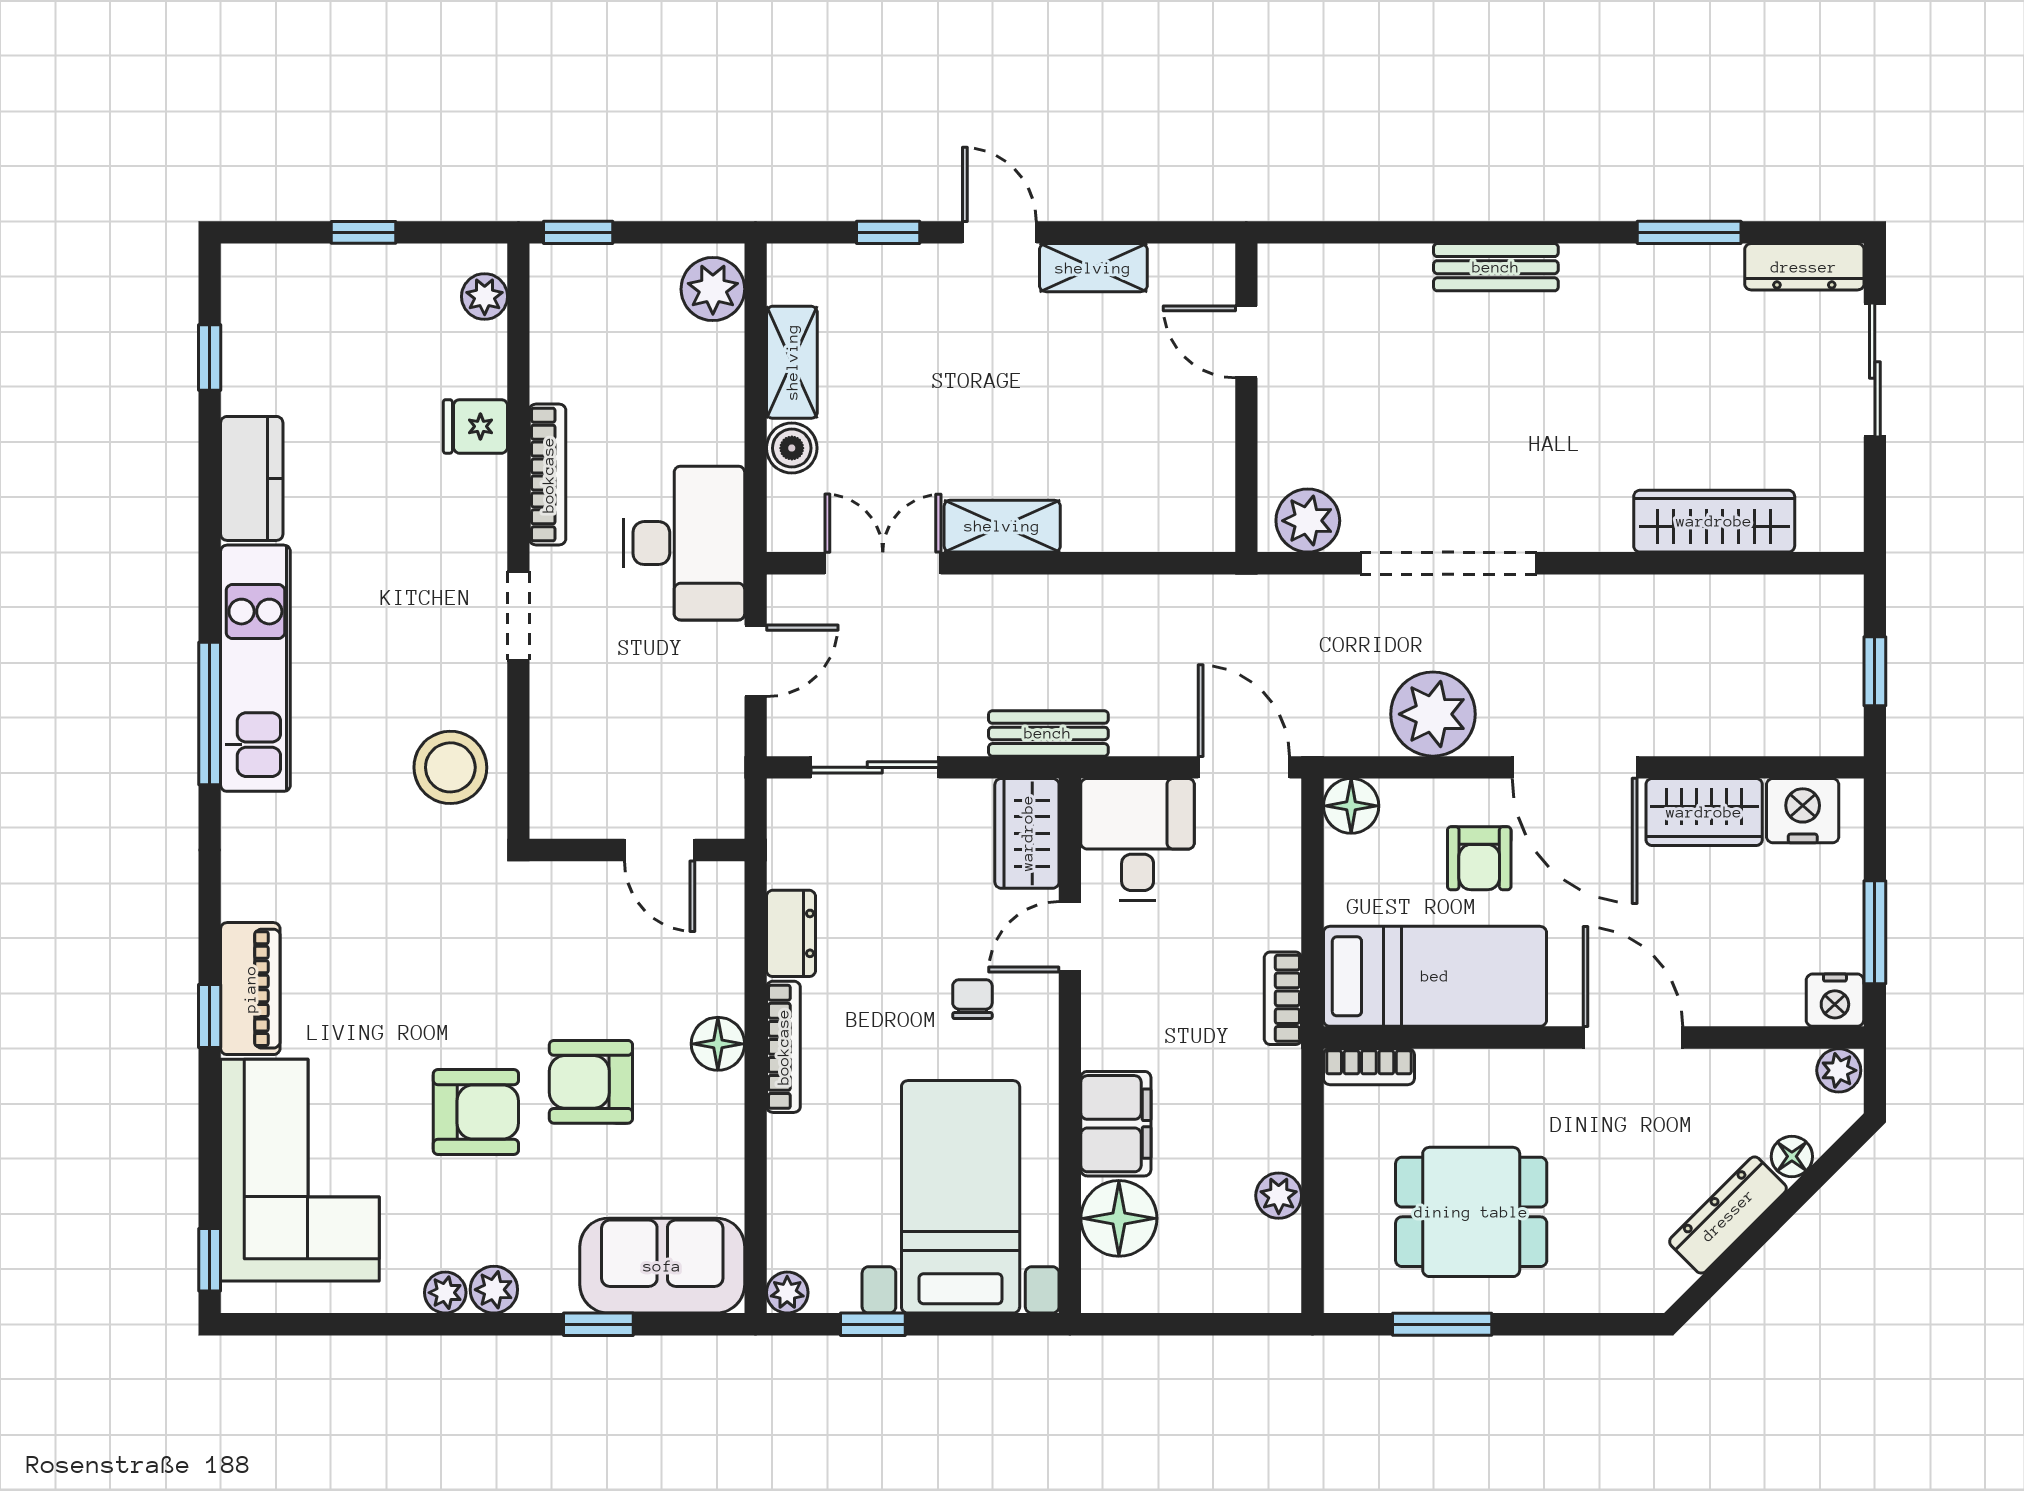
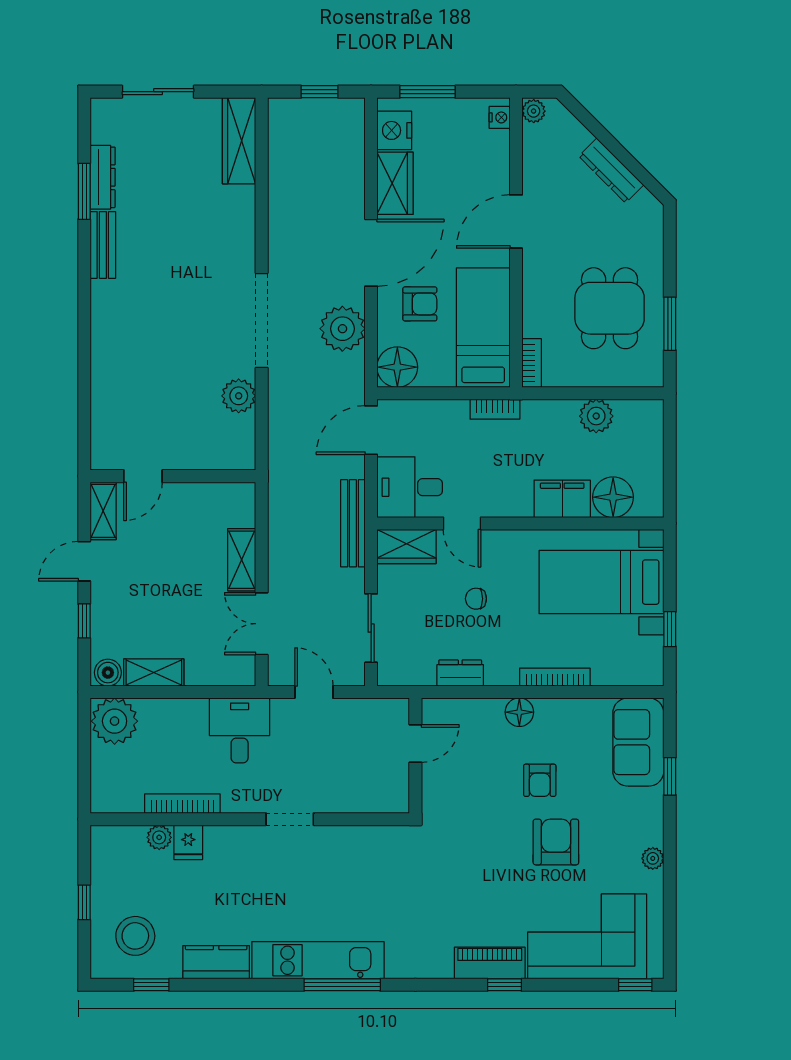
window: (578, 232) -> (84, 787), removed
bench: (1496, 267) -> (103, 245), moved
dresser: (1804, 267) -> (103, 177), moved
plant: (713, 289) -> (115, 721), width x1.36, depth x1.36
plant: (485, 296) -> (159, 837), moved
door: (1246, 342) -> (143, 476), moved
wall: (1246, 398) -> (173, 476), moved
boiler: (792, 448) -> (108, 673), moved
bookcase: (548, 475) -> (182, 804), moved
wardrobe: (1714, 521) -> (239, 141), moved
desk: (684, 543) -> (240, 730), width x0.73
bench: (1048, 733) -> (353, 523), width x1.36
stool: (450, 767) -> (135, 936), moved
floor lamp: (1351, 806) -> (397, 367), width x1.38, depth x1.38
window: (1875, 932) -> (428, 92), moved
chair: (972, 999) -> (476, 599), moved
nightstand: (1835, 1000) -> (500, 117), width x0.72, depth x0.74
bookcase: (783, 1047) -> (555, 677), moved
armchair: (591, 1082) -> (540, 780), width x0.72, depth x0.72
floor lamp: (1792, 1156) -> (580, 136), removed
plant: (1279, 1196) -> (596, 416), width x1.38, depth x1.38
plant: (494, 1290) -> (651, 832), removed
plant: (787, 1293) -> (653, 675), removed

